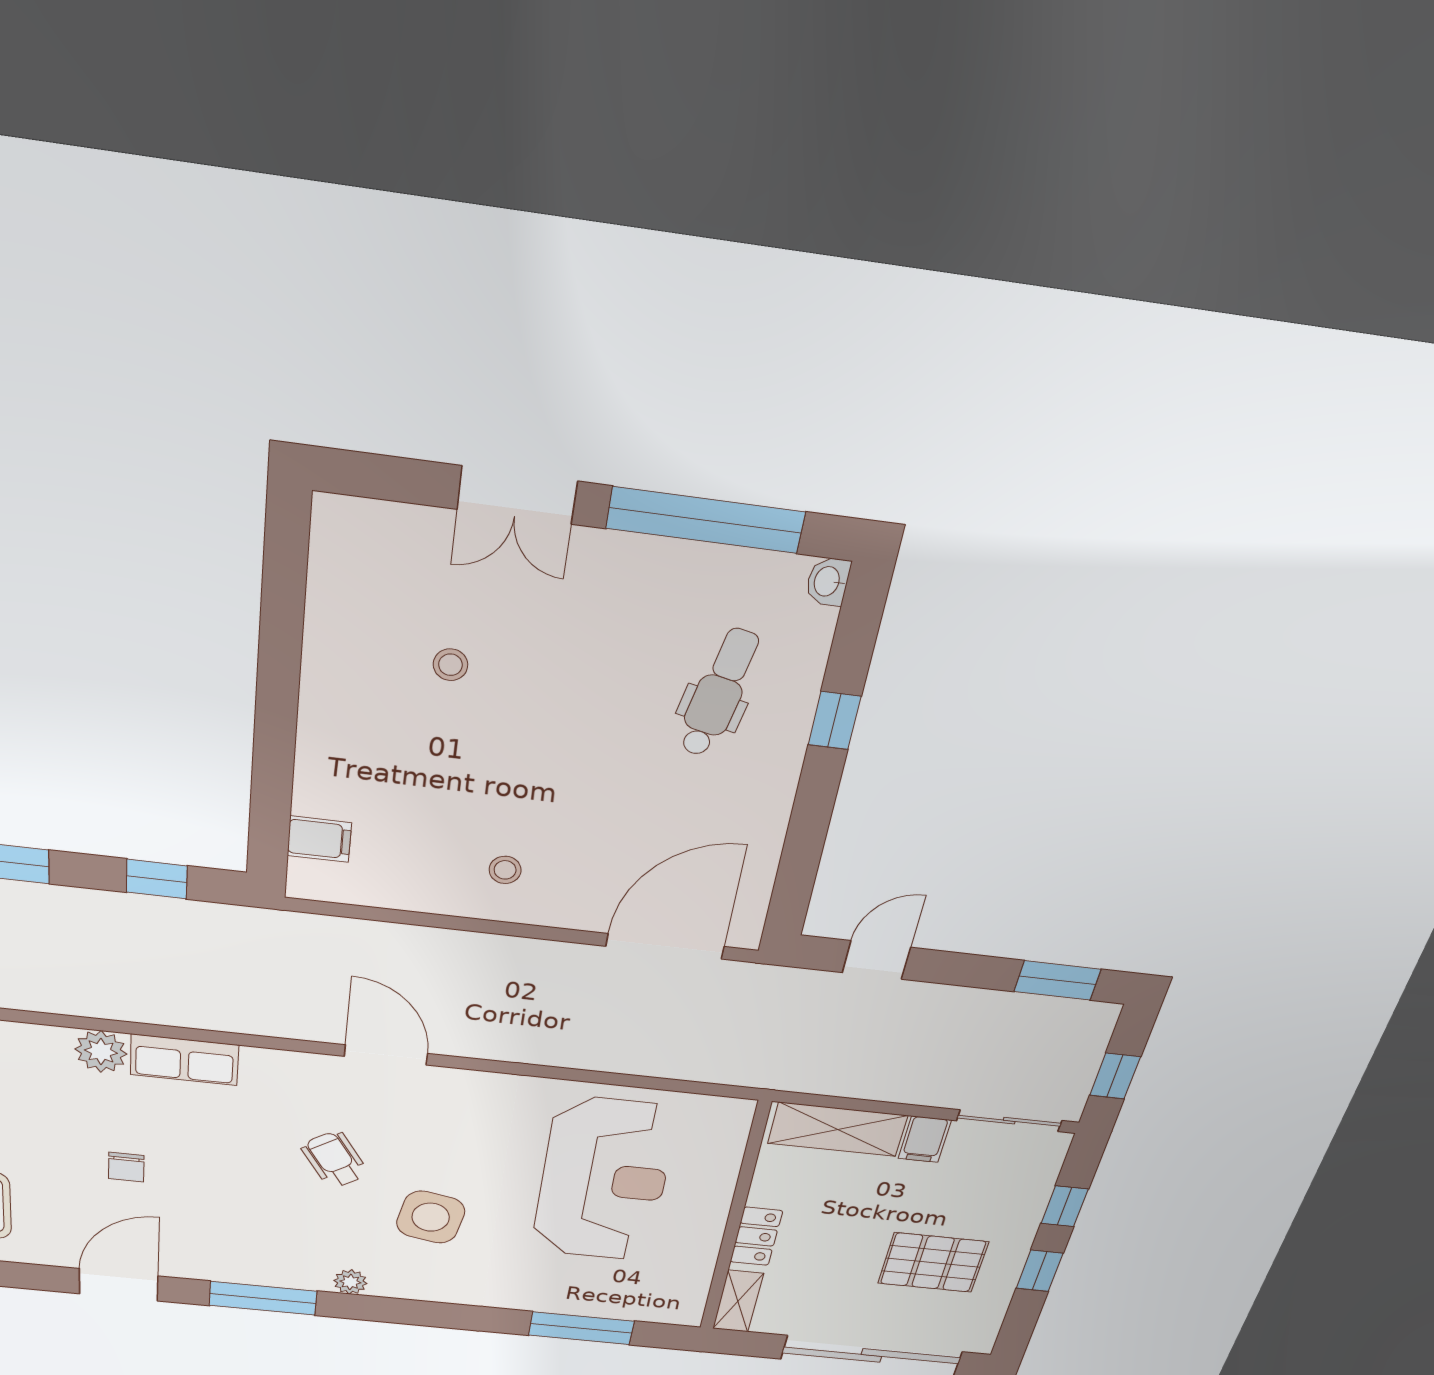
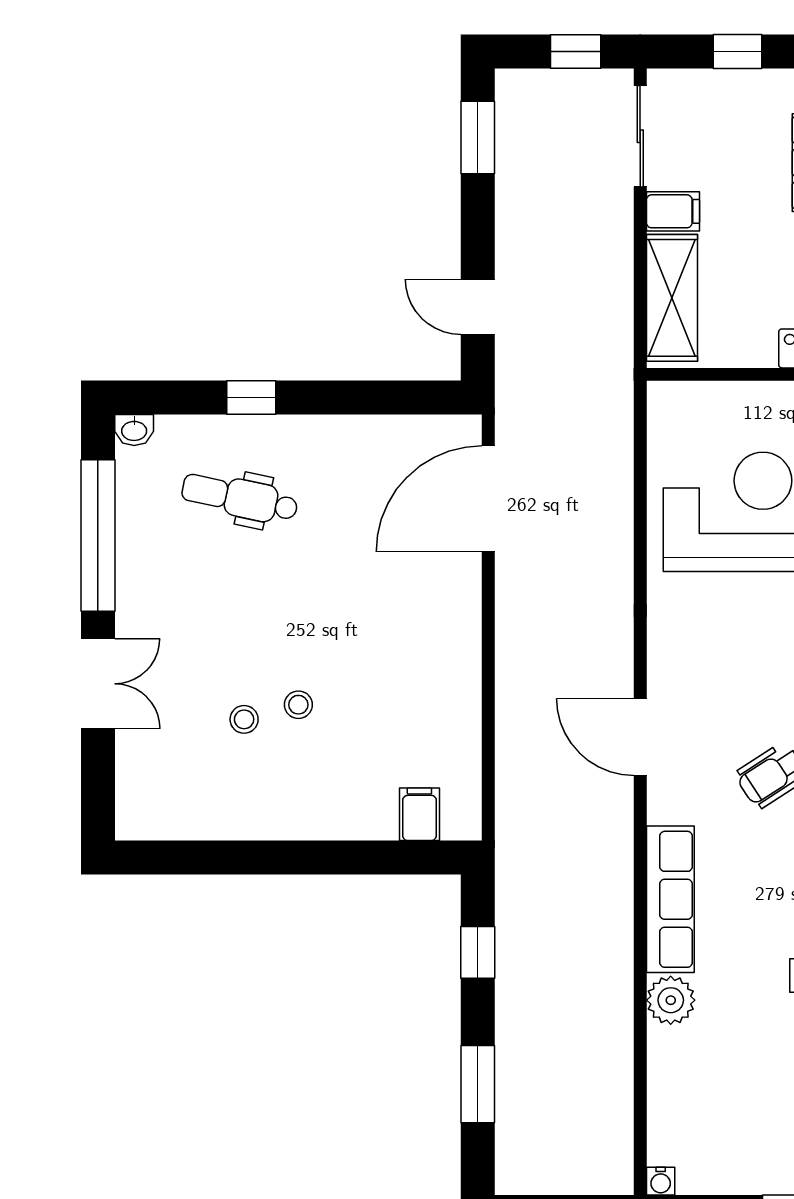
stool: (505, 870) -> (298, 705), moved
door: (665, 946) -> (488, 499), hinge flipped
door: (386, 1055) -> (640, 737), hinge flipped
row of seats: (184, 1060) -> (670, 899), width x1.48

